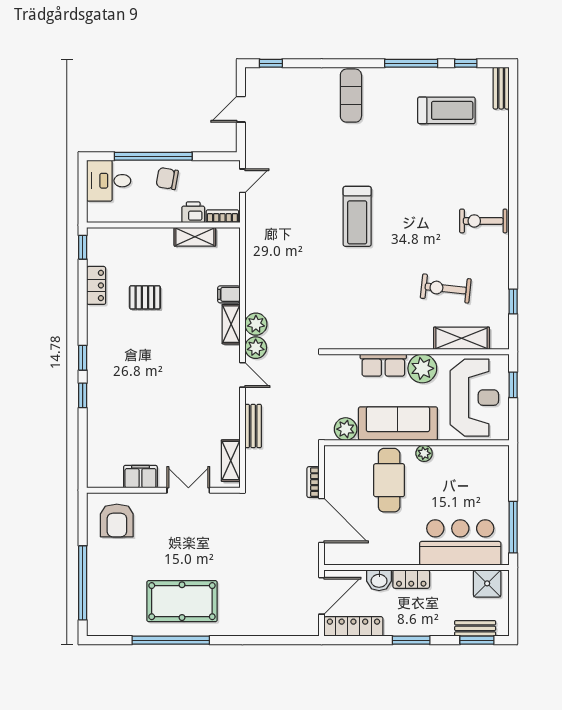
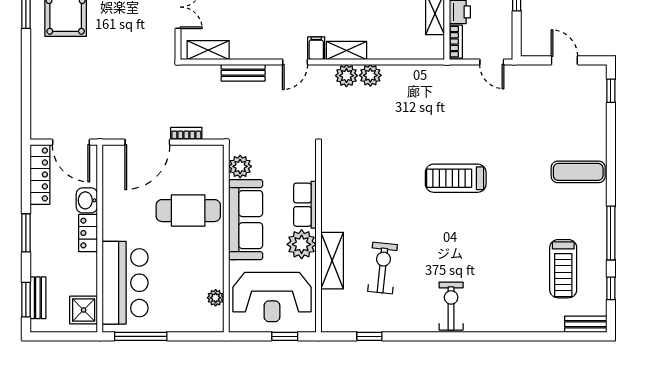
filing cabinet: (229, 294) -> (316, 48), moved
shelving: (462, 338) -> (332, 261), moved
plant: (256, 348) -> (370, 75), moved
plant: (424, 453) -> (216, 298), moved

